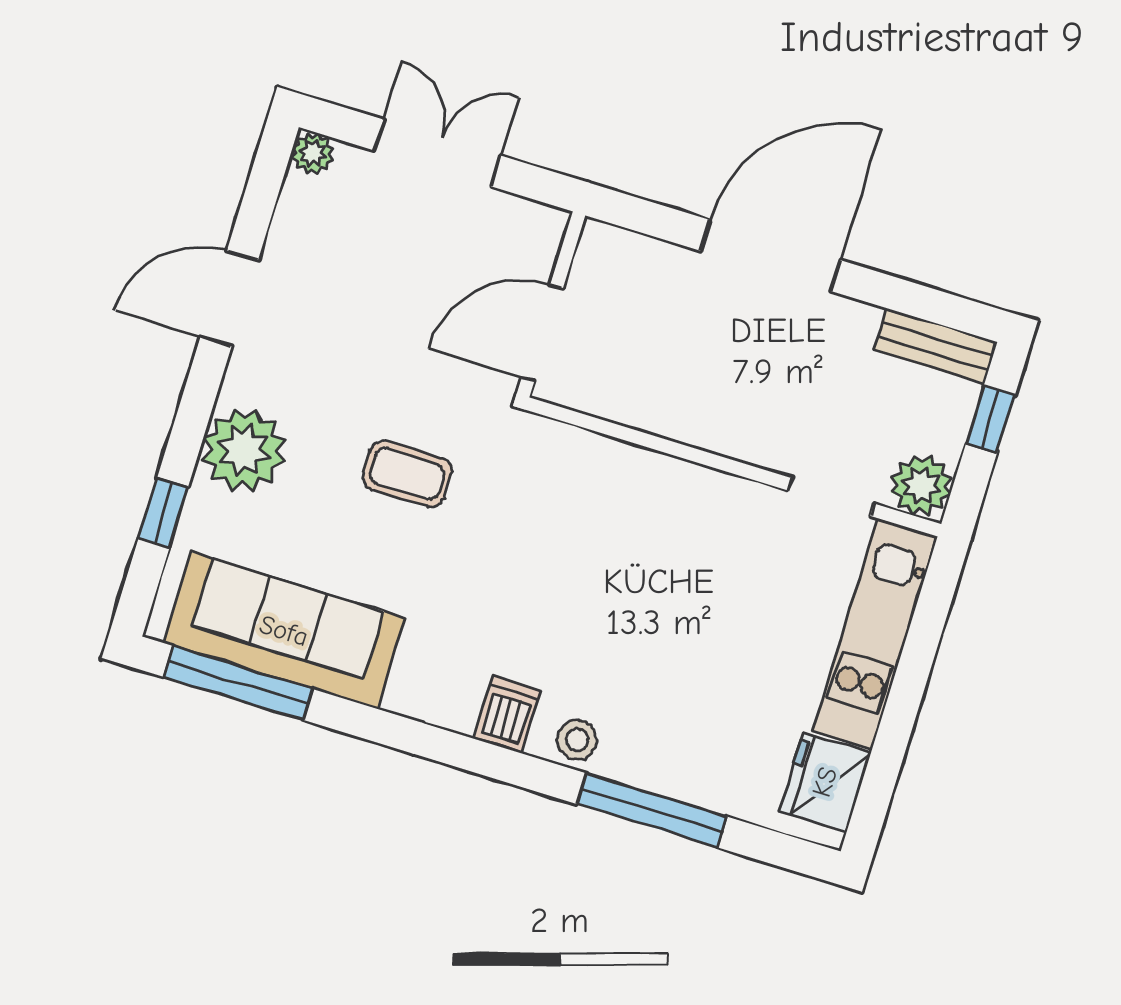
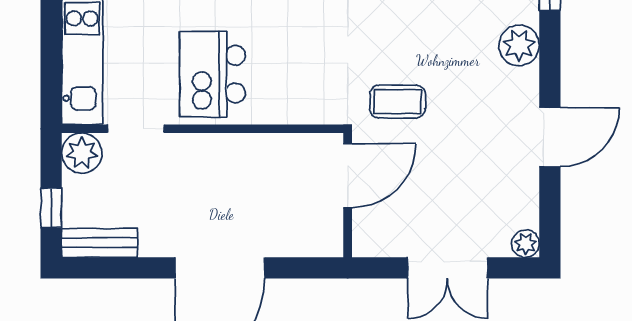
plant: (244, 450) -> (519, 45), width x0.73, depth x0.73
coffee table: (407, 474) -> (397, 102), moved
kitchen island: (694, 542) -> (212, 74), added

